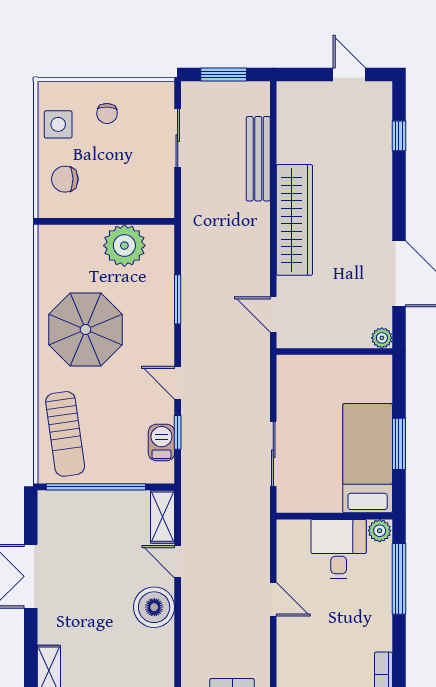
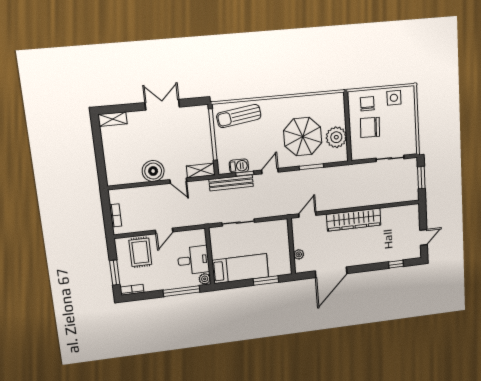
chair: (107, 113) -> (370, 127), moved, width x1.87, depth x1.87
bench: (258, 159) -> (231, 183), moved
parasol: (86, 330) -> (303, 137), moved
plant: (382, 338) -> (299, 254), moved
window: (399, 444) -> (266, 281), moved
door: (178, 562) -> (178, 181), swing flipped
rug: (310, 649) -> (140, 252), added

